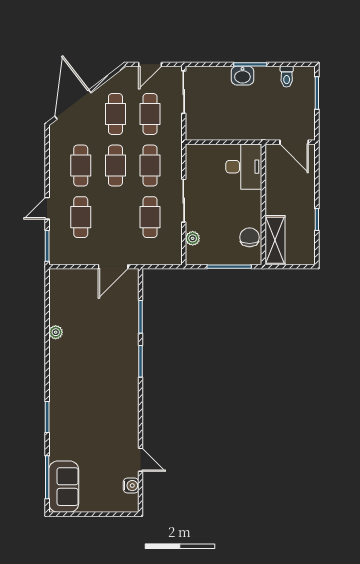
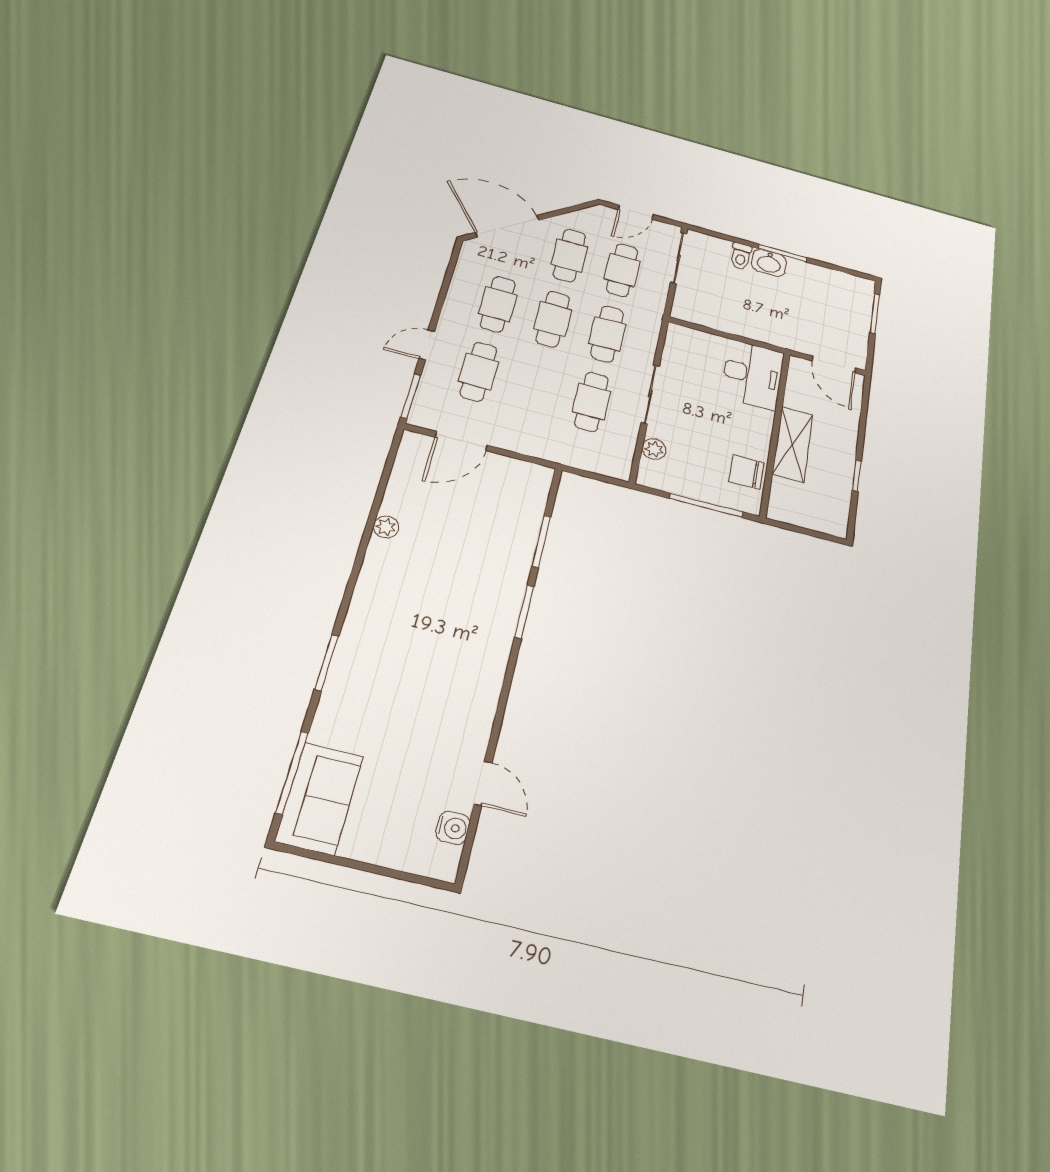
toilet: (287, 77) -> (741, 256), moved
door: (73, 104) -> (508, 226), hinge flipped
chair: (250, 237) -> (746, 472), turned -90
shelving: (275, 240) -> (793, 444), moved
door: (113, 267) -> (461, 441), moved

